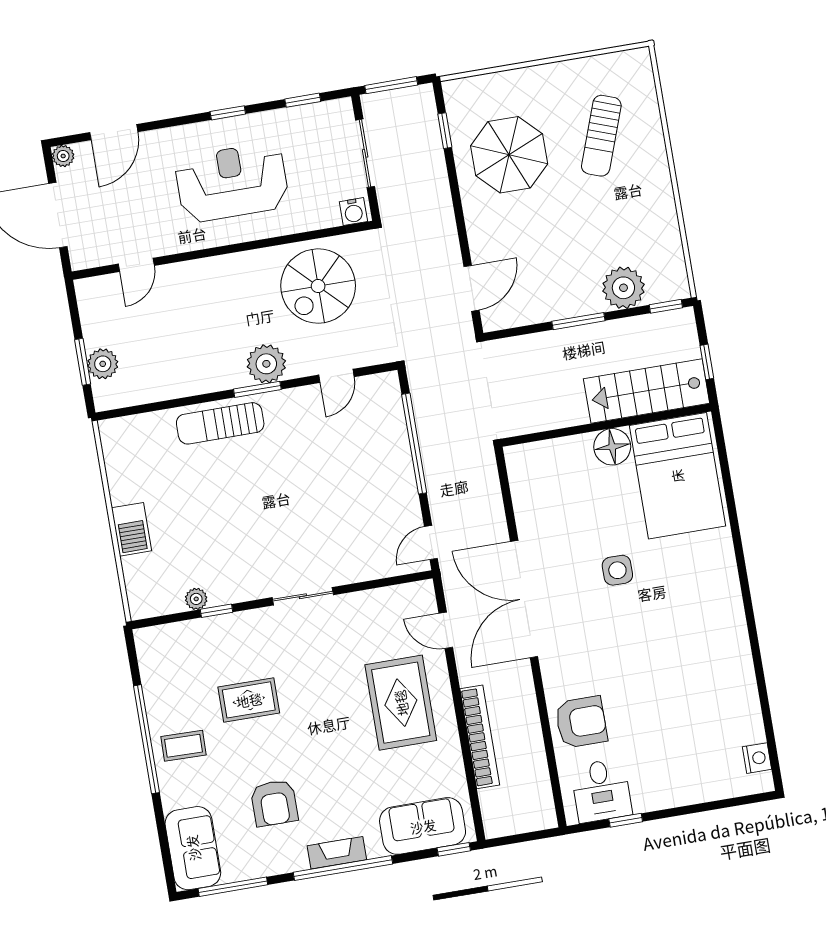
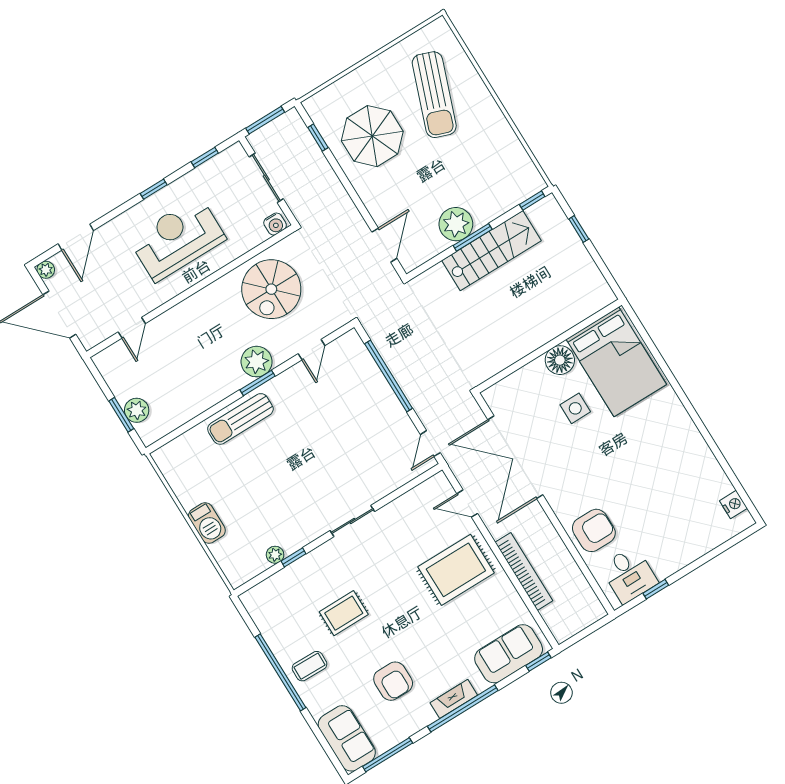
sun lounger: (601, 136) -> (434, 95), width x1.36, depth x1.34
plant: (623, 288) -> (456, 224), moved
stairs: (647, 391) -> (491, 251), moved, turned 180
wall: (606, 425) -> (549, 346), moved
floor lamp: (612, 447) -> (560, 360), moved
bed: (677, 476) -> (616, 362), moved
rug: (401, 703) -> (456, 570), turned 90

